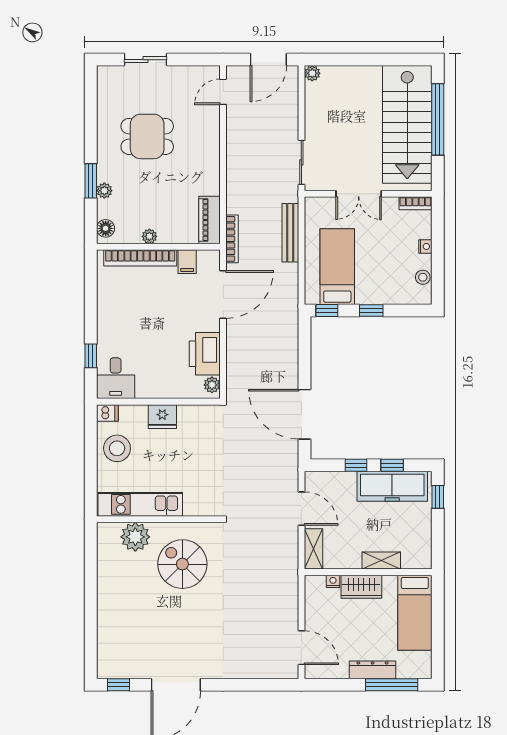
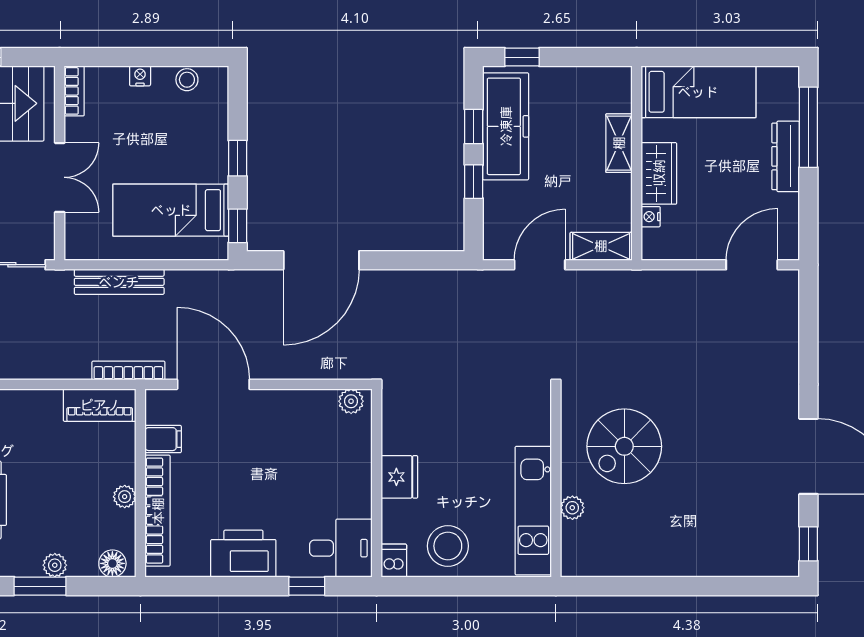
printer: (205, 354) -> (243, 554), moved, turned 180
door: (304, 414) -> (321, 260), moved
plant: (135, 537) -> (572, 508), width x0.53, depth x0.53

